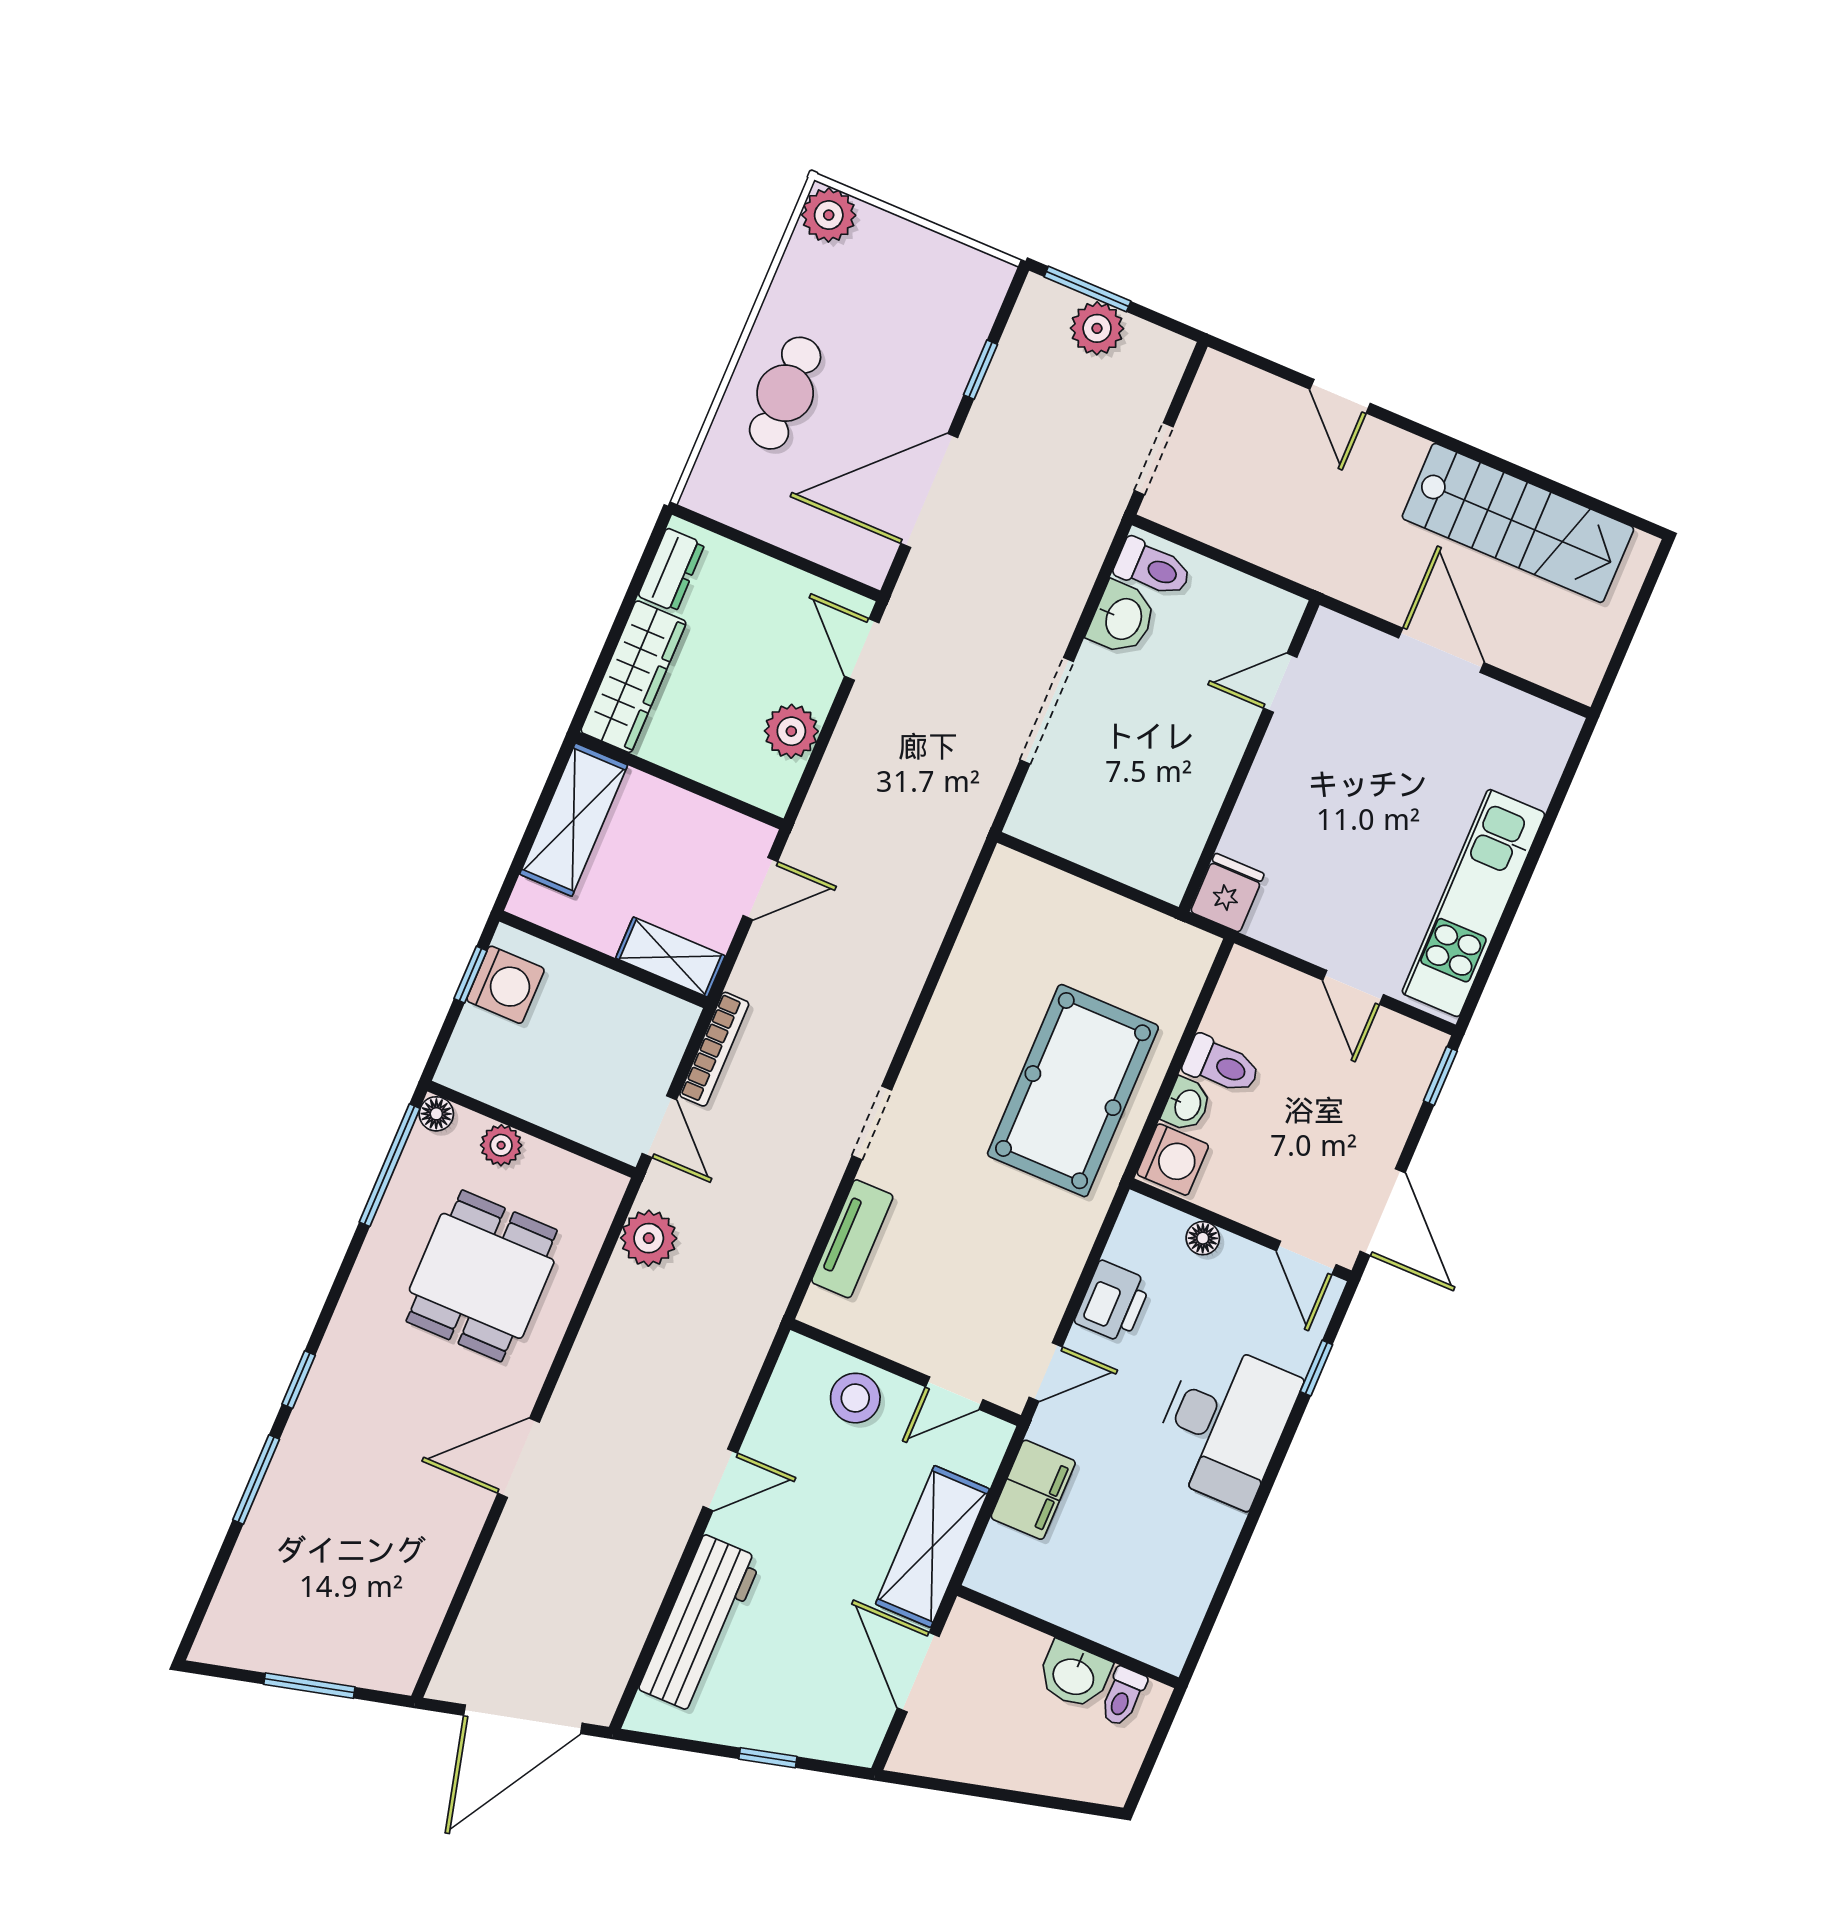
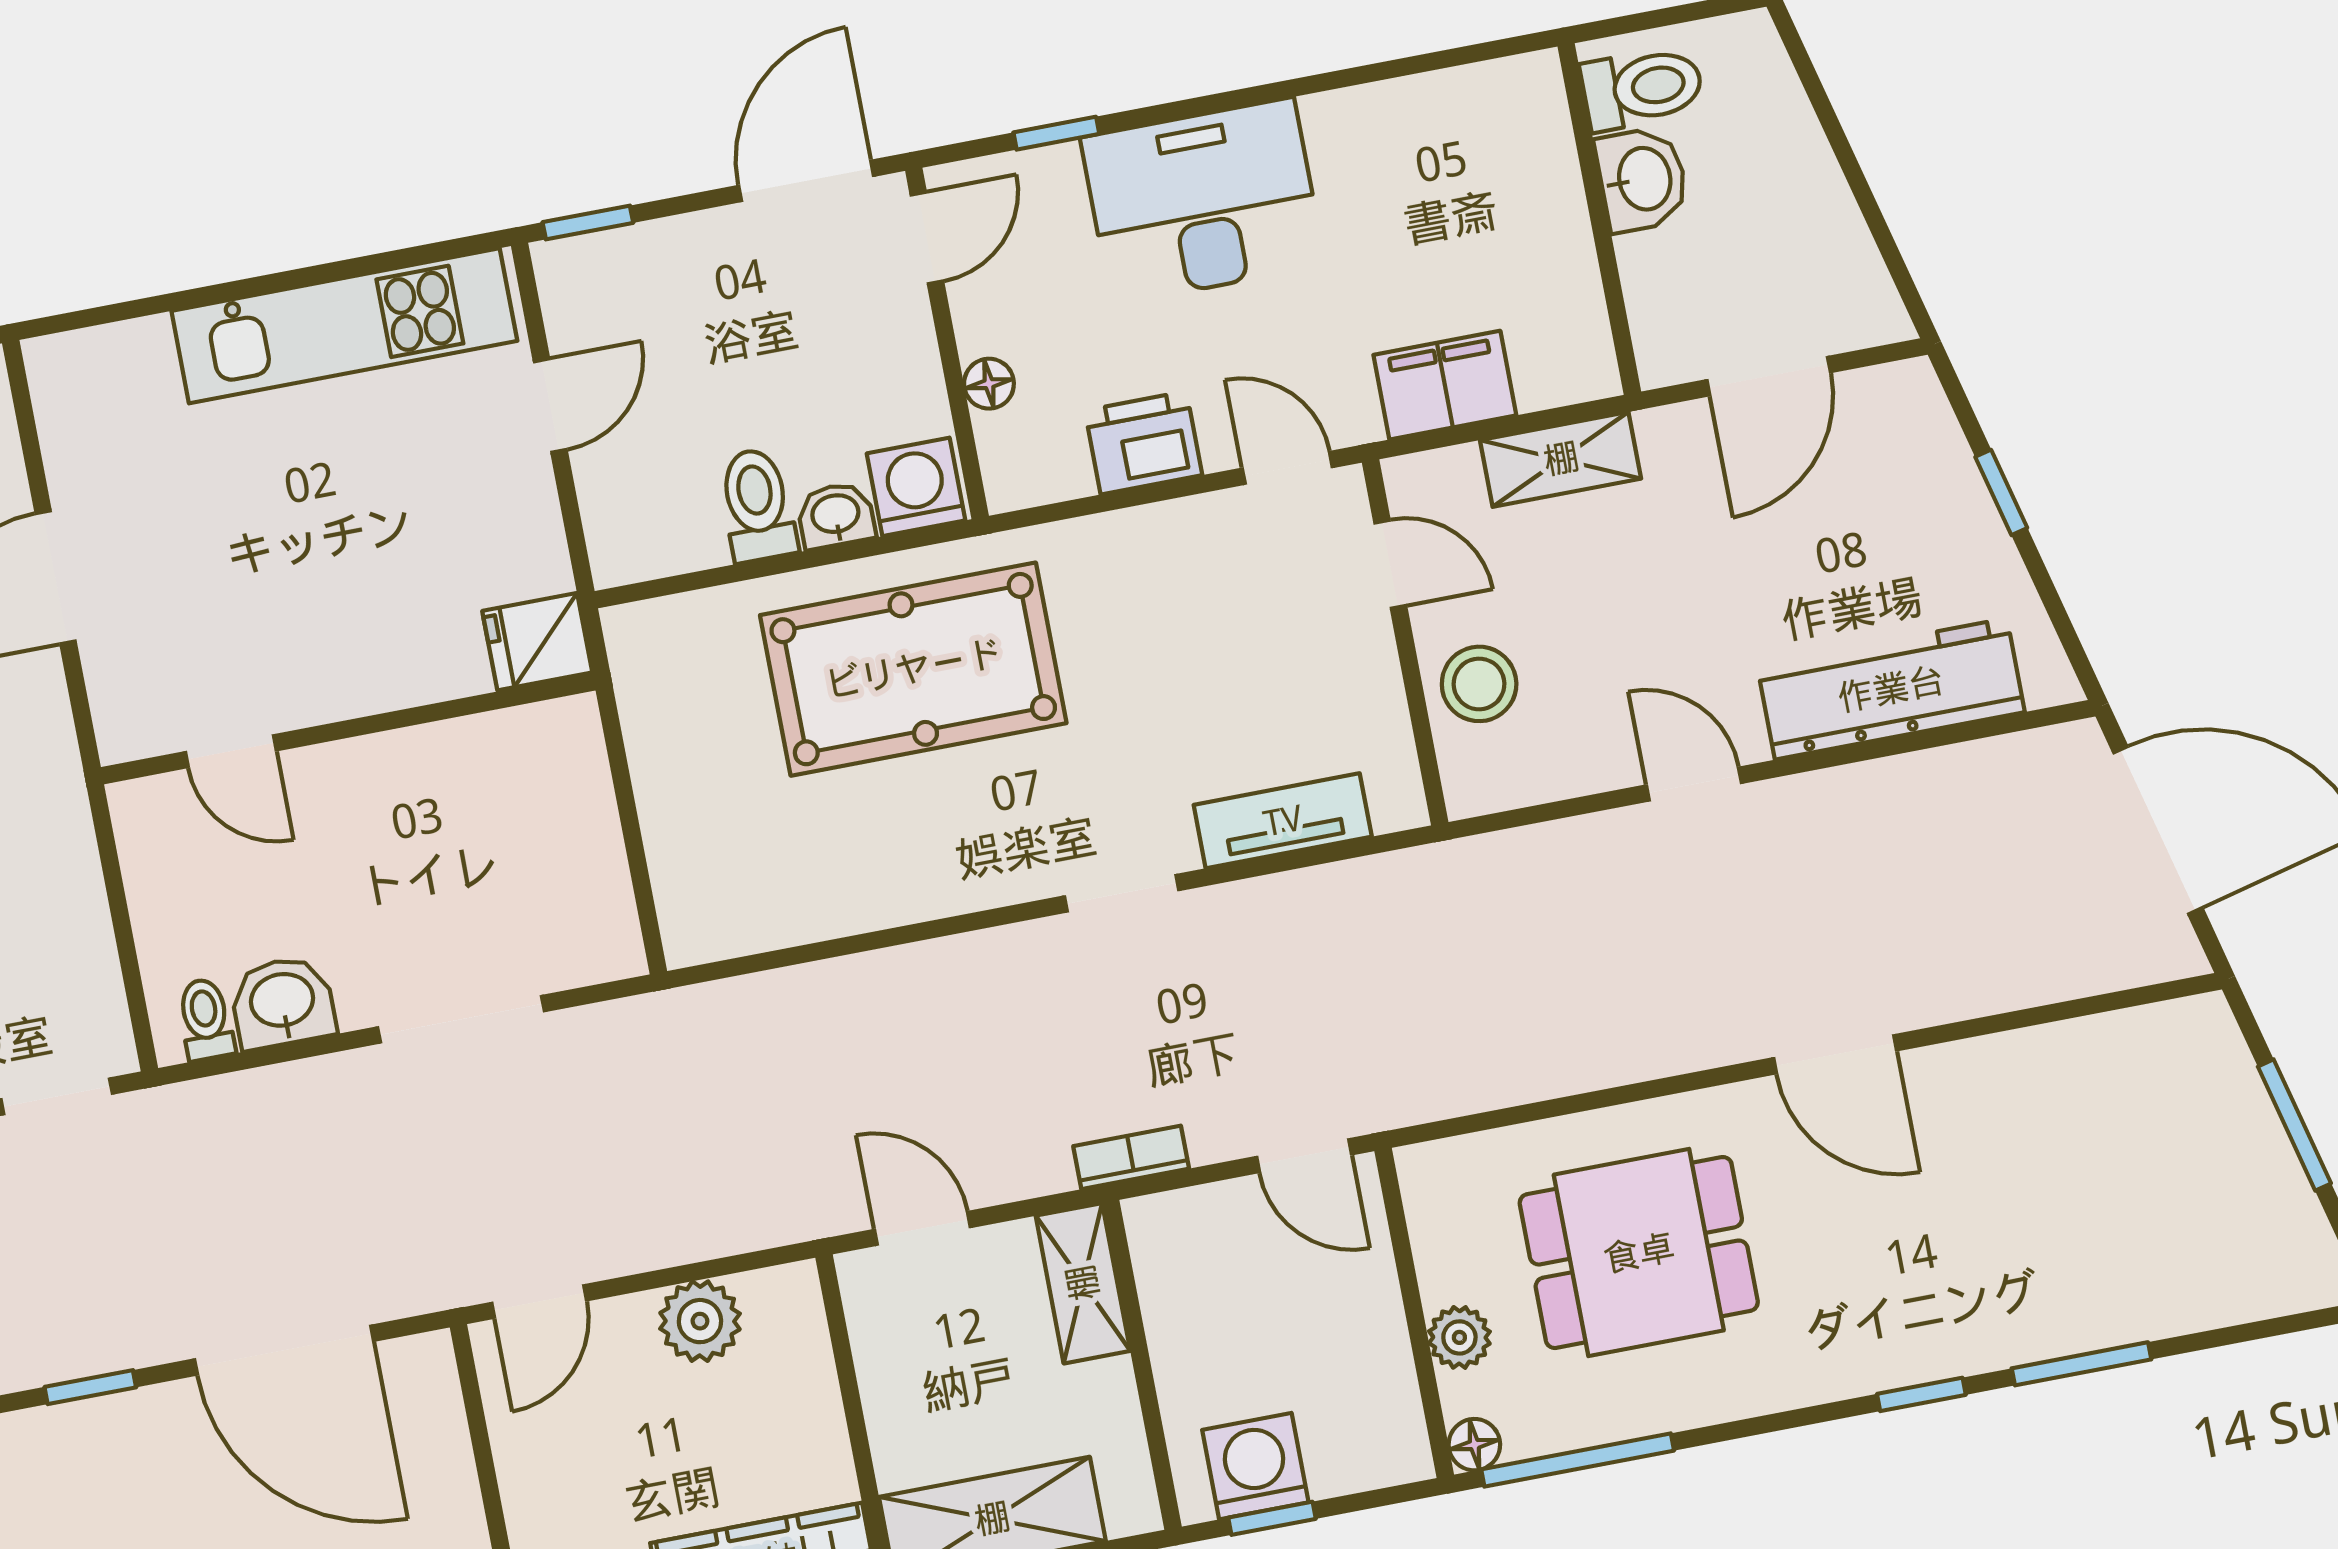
toilet: (1153, 568) -> (206, 1019), width x0.73, depth x0.72
bookcase: (714, 1049) -> (1131, 1157), width x0.64
door: (659, 1127) -> (1304, 1156), swing flipped
plant: (649, 1238) -> (1452, 1075), removed
shelving: (933, 1546) -> (1561, 459), width x0.67, depth x0.75
toilet: (1123, 1697) -> (1642, 88), width x1.37, depth x1.39

